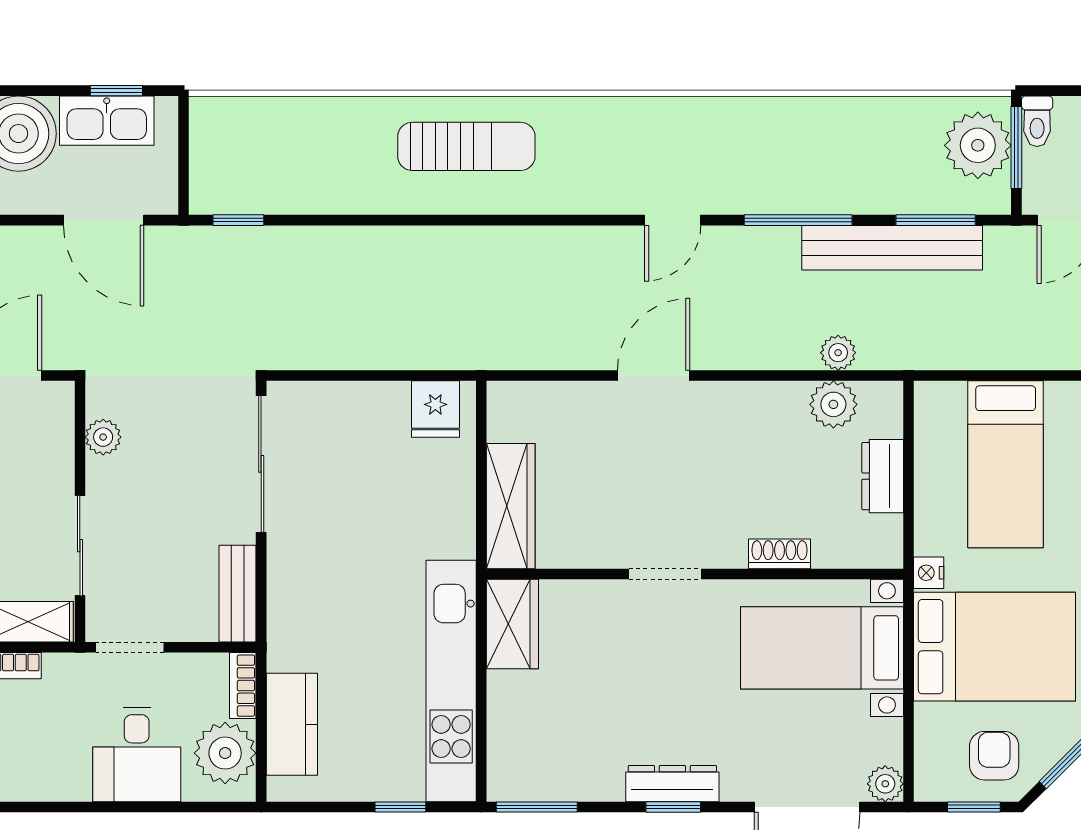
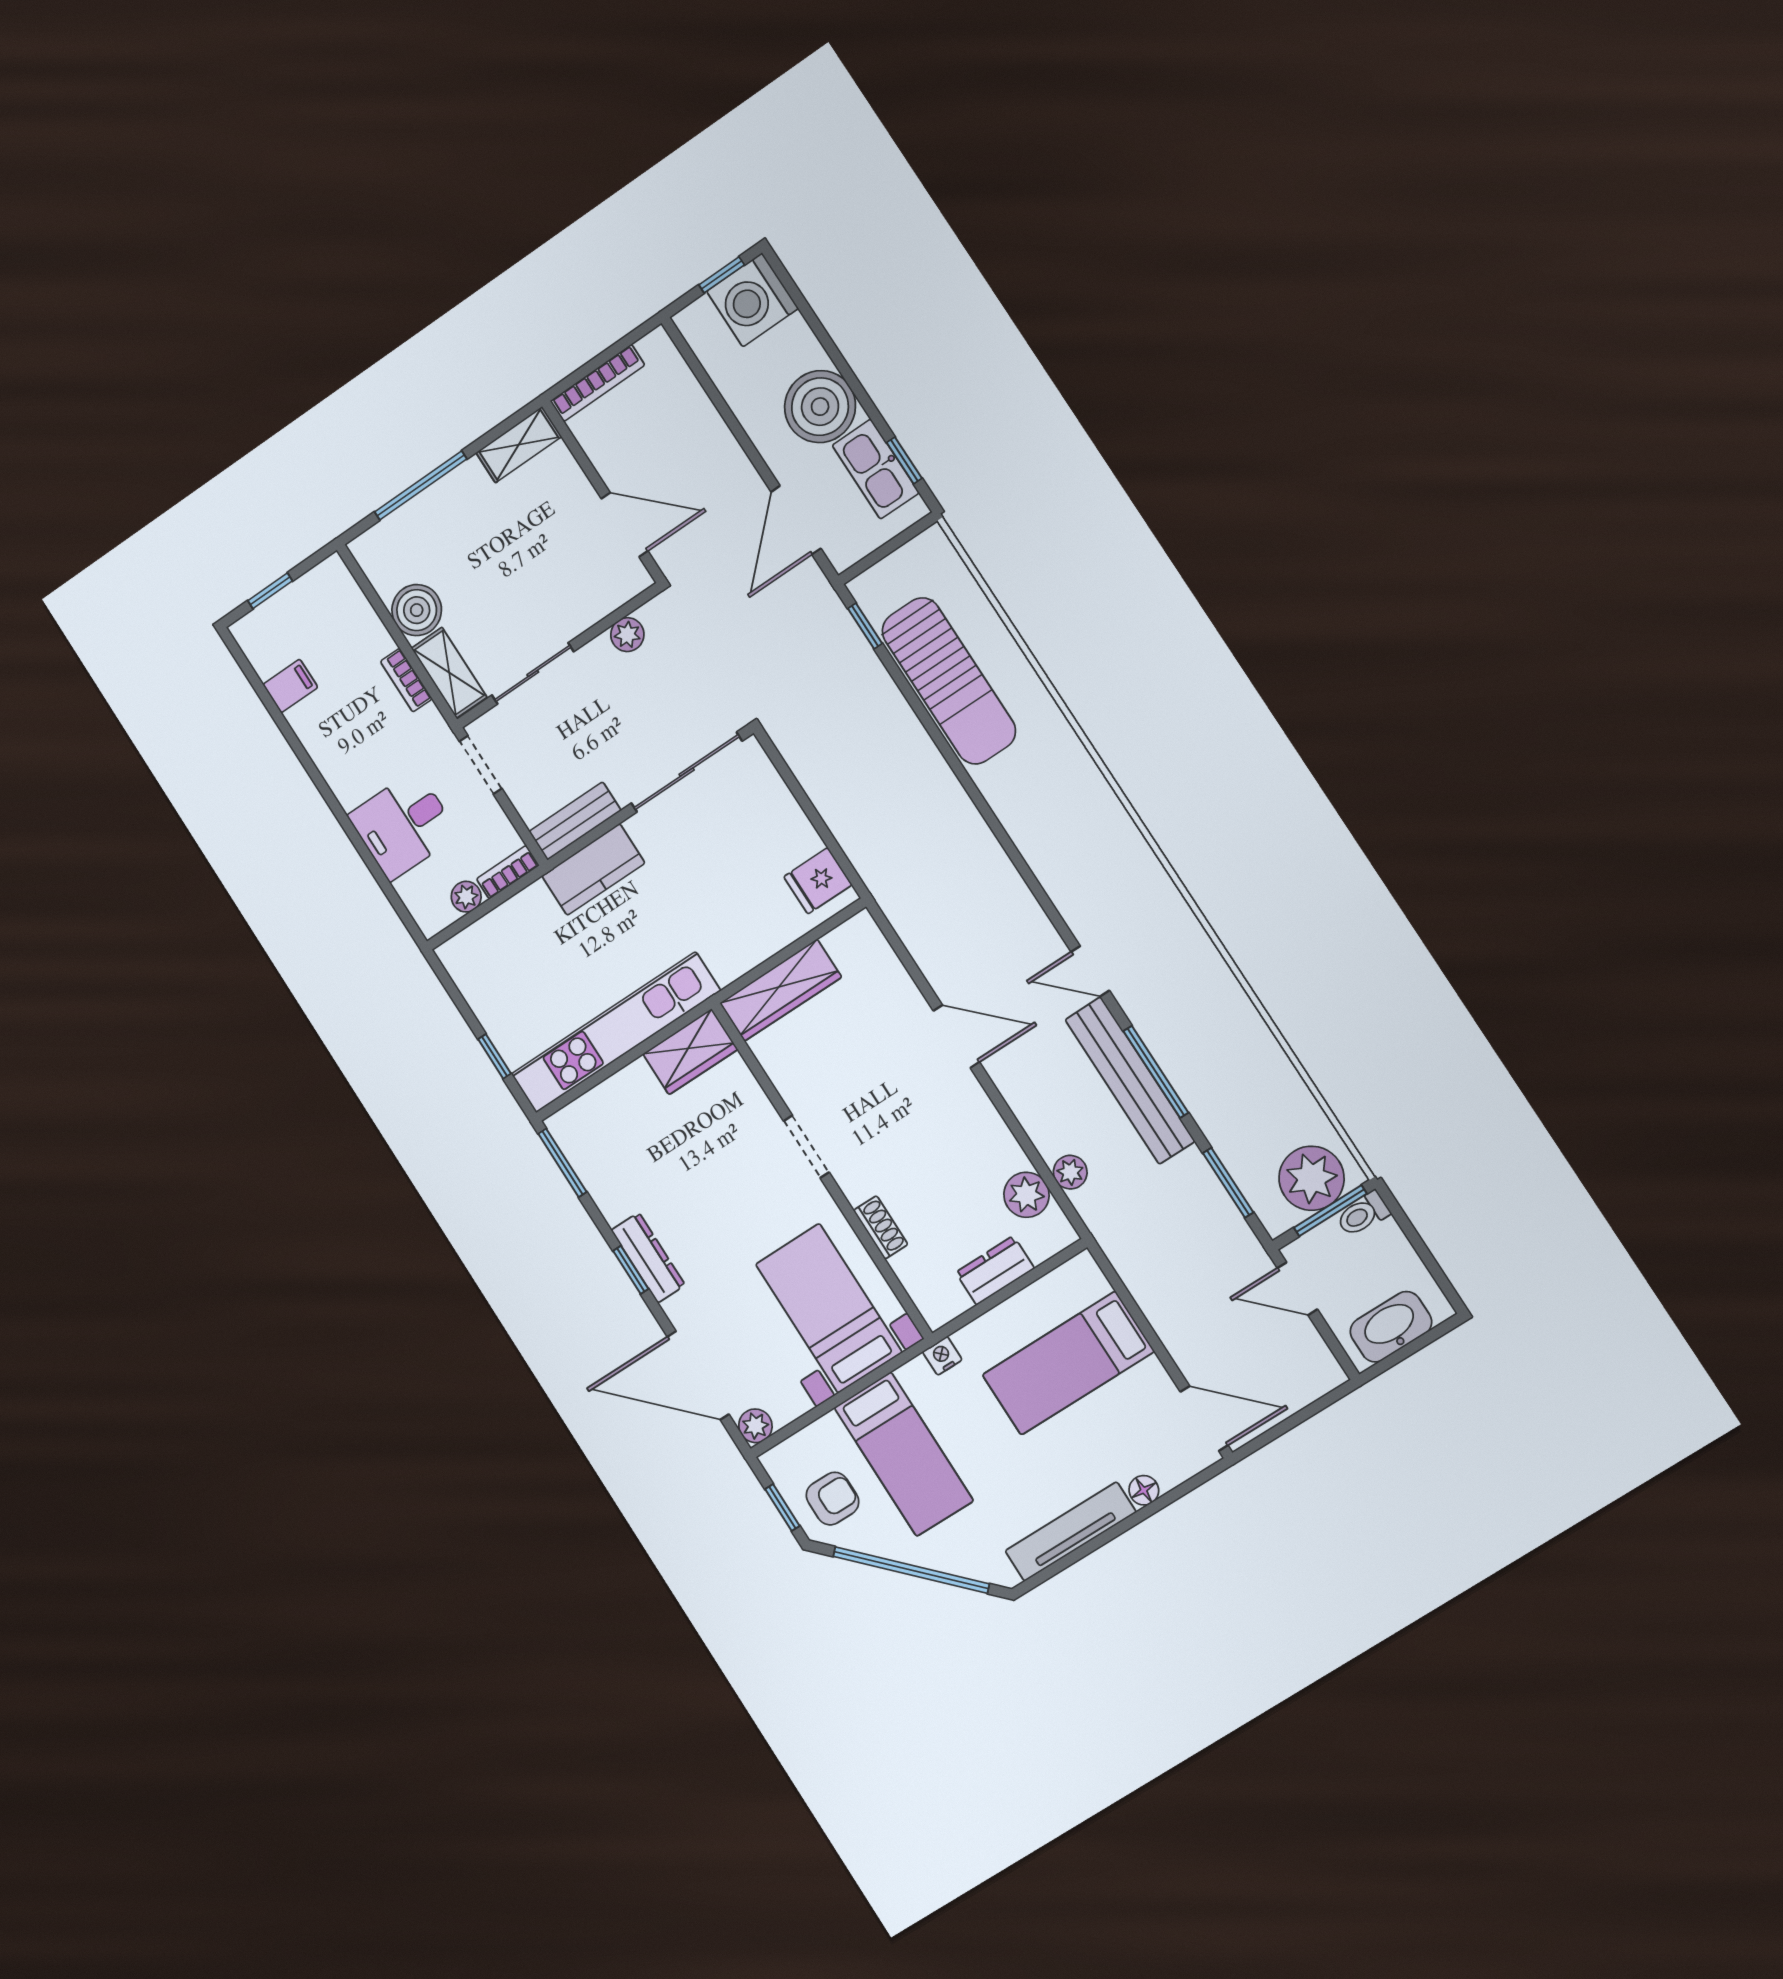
sun lounger: (466, 146) -> (949, 681), moved, width x1.36, depth x1.34
bench: (892, 248) -> (1130, 1080), moved
bed: (994, 647) -> (904, 1454), width x0.67
kitchen counter: (292, 724) -> (593, 869), moved
plant: (225, 753) -> (466, 897), width x0.53, depth x0.53

